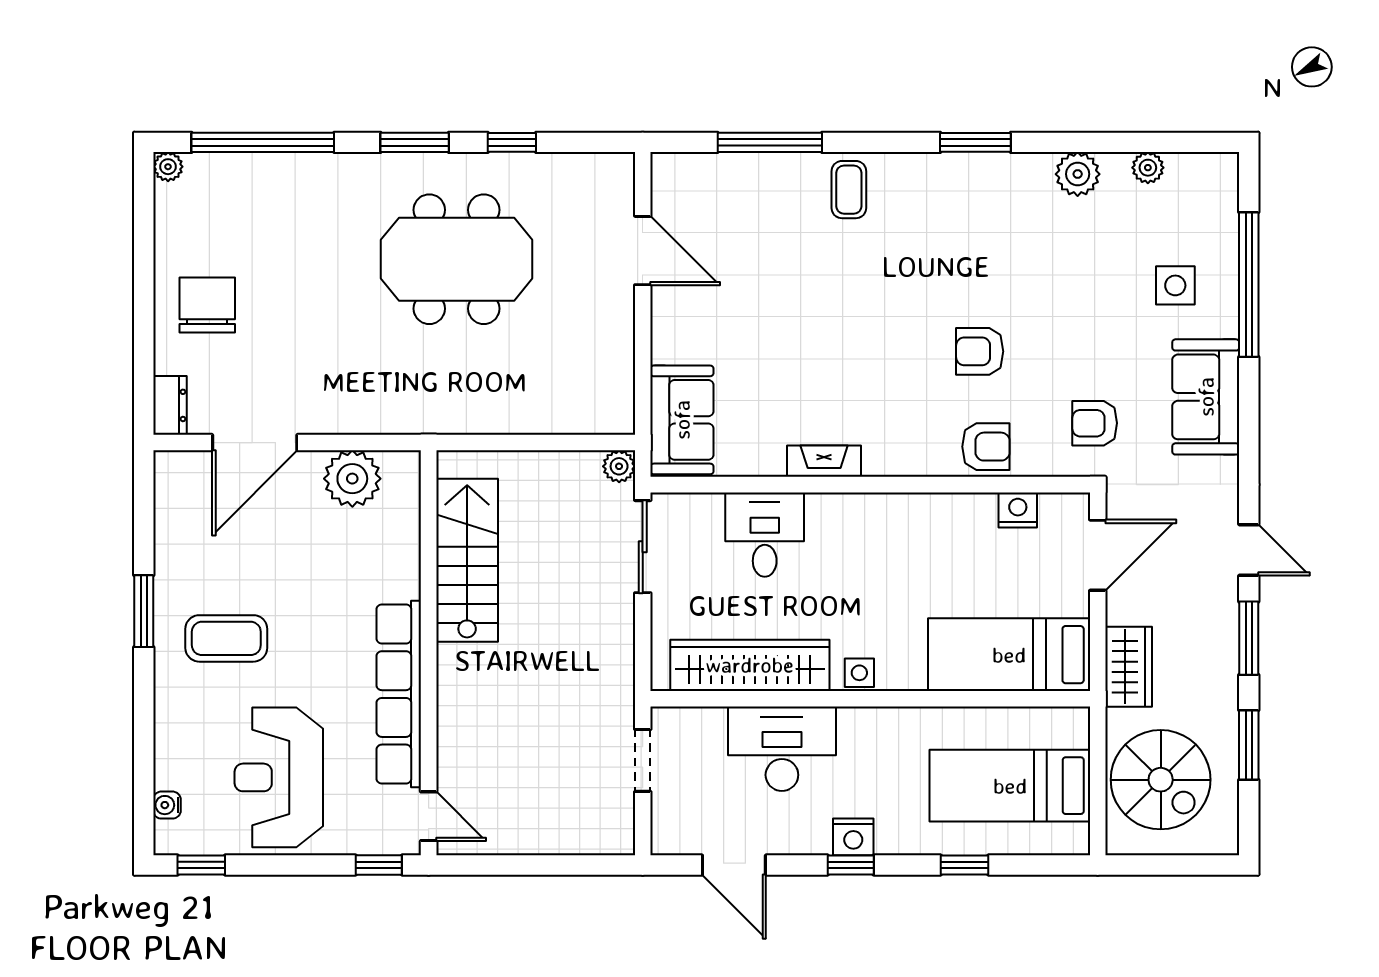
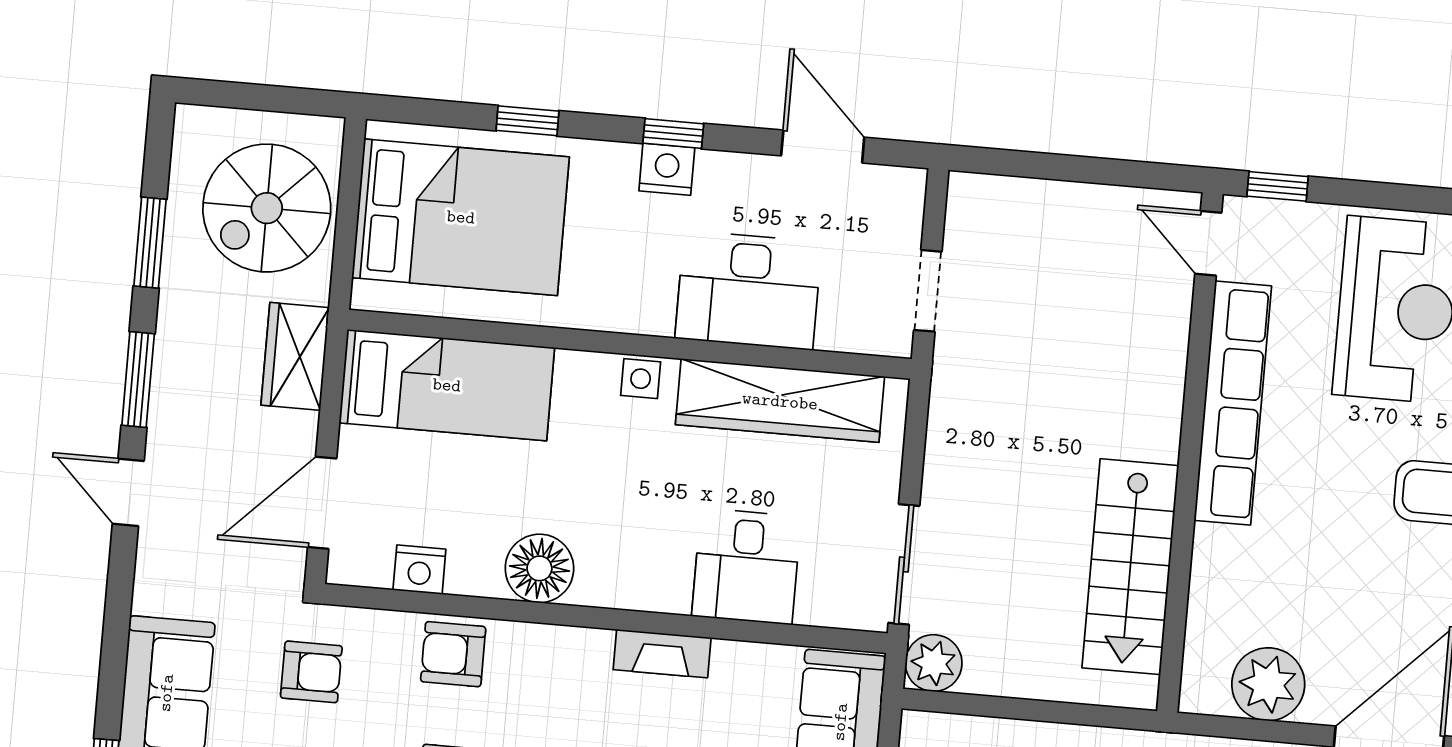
plant: (619, 466) -> (934, 663), width x1.38, depth x1.38
floor lamp: (925, 519) -> (539, 568), added
spiral stairs: (1161, 780) -> (267, 208), turned -90
bed: (1010, 786) -> (461, 217), width x1.50

